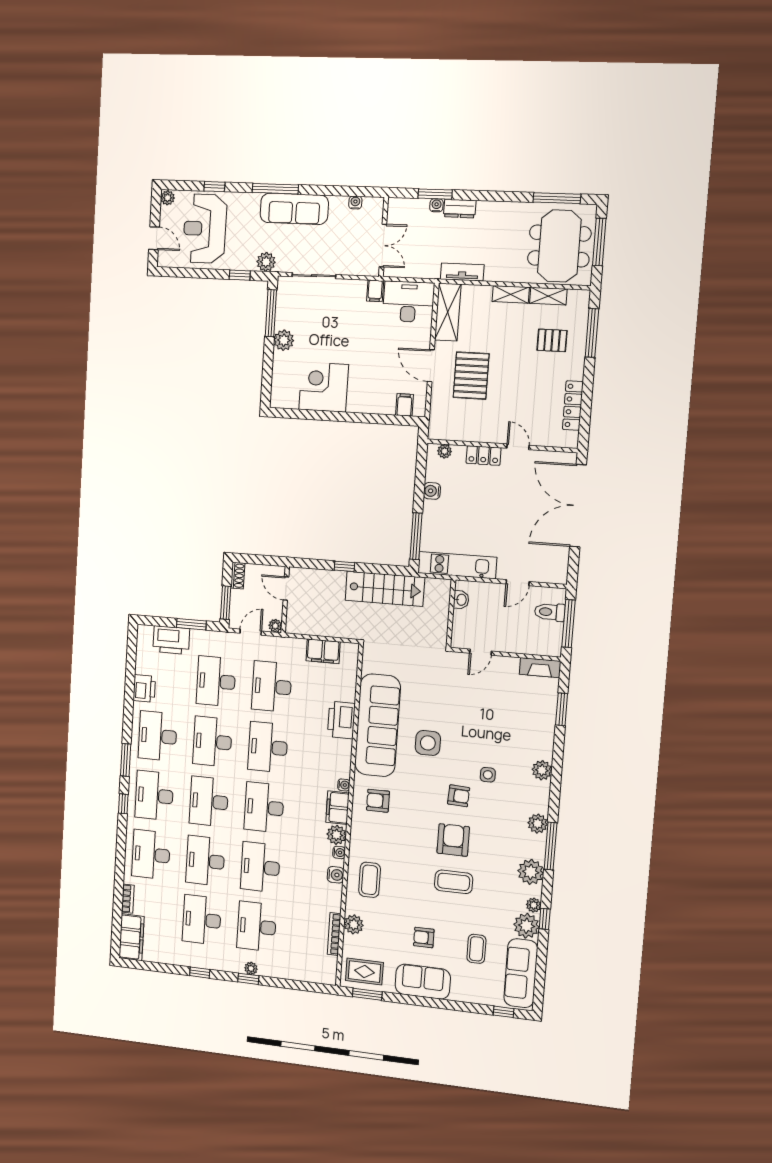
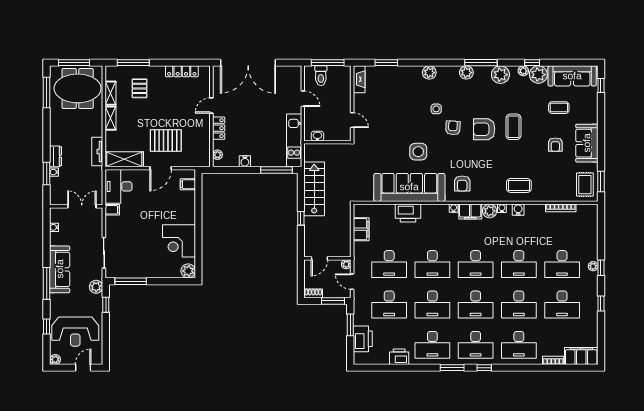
plant: (284, 340) -> (188, 271), moved
plant: (354, 924) -> (552, 195), removed

